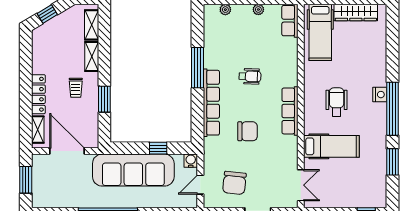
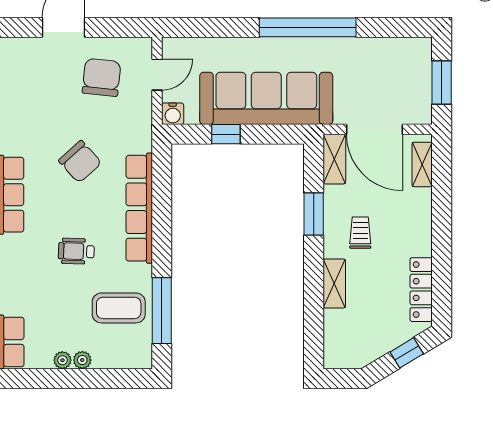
plant: (225, 10) -> (82, 360), moved
shelving: (92, 25) -> (334, 159), moved
coffee table: (224, 42) -> (119, 308), added
window: (197, 68) -> (162, 311), moved
locker: (38, 94) -> (421, 290), moved
chair: (248, 131) -> (80, 162), turned -132

